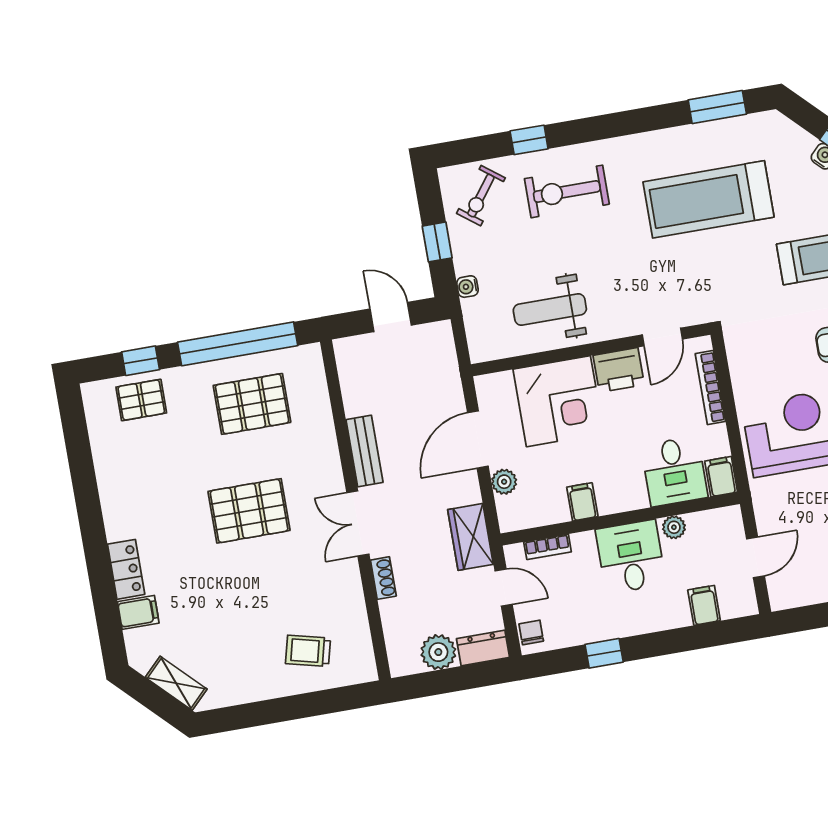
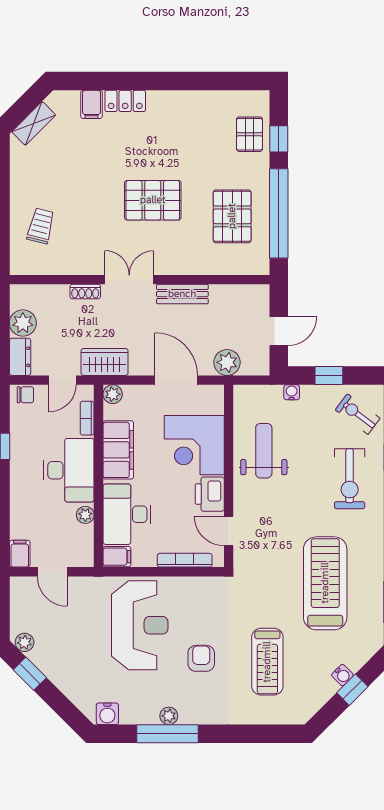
exercise bike: (567, 191) -> (350, 479), turned 180
plant: (443, 377) -> (227, 362), added
desk: (674, 471) -> (127, 514), width x1.37
plant: (504, 482) -> (113, 394), moved
filing cabinet: (582, 502) -> (118, 450), width x3.00, depth x1.17
pallet: (249, 511) -> (153, 200), turned 90
desk: (631, 557) -> (69, 470), width x1.37
filing cabinet: (704, 605) -> (20, 554), moved, turned -90

